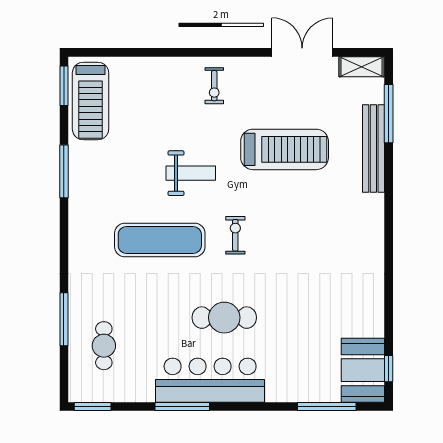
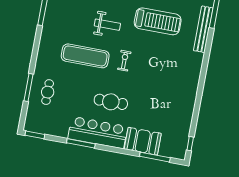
cafe table: (104, 346) -> (48, 92), moved
booth: (363, 370) -> (143, 141), moved, turned 90

